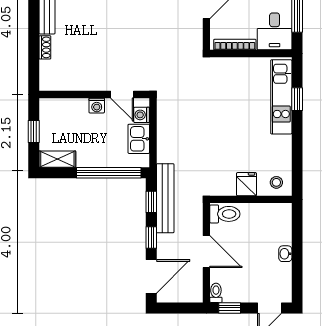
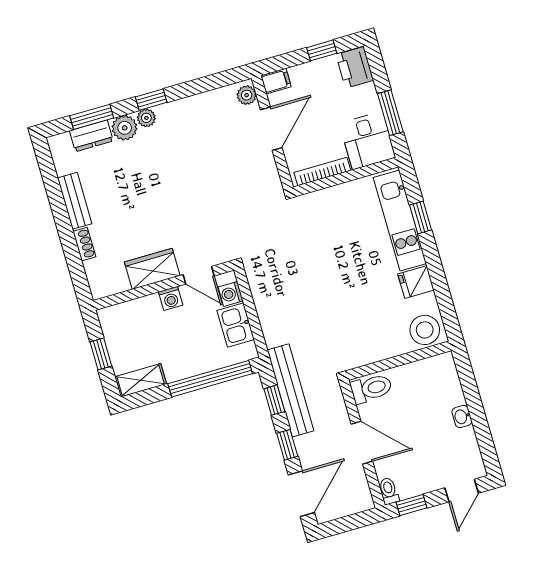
wardrobe: (89, 80) -> (152, 269), added
stool: (276, 182) -> (425, 330), width x1.89, depth x1.89
fridge: (246, 184) -> (416, 282), moved, turned -90

